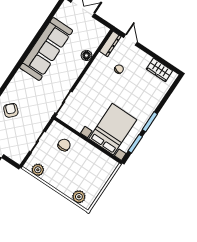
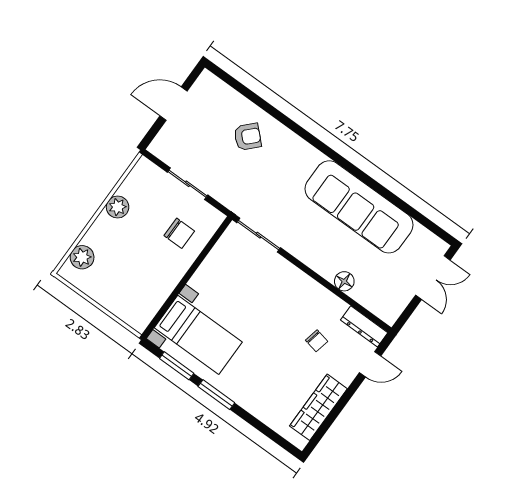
wardrobe: (159, 70) -> (318, 407), width x1.50
bed with nightstands: (113, 129) -> (198, 335), width x0.73
plant: (38, 170) -> (118, 207), moved

